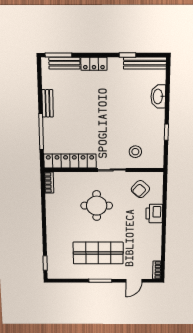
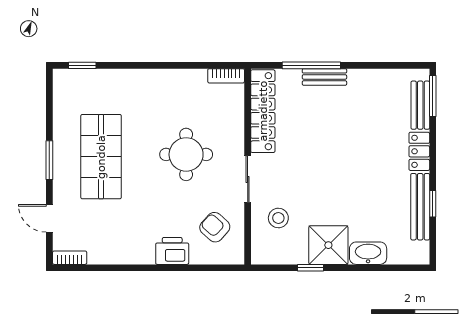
bench: (145, 63) -> (420, 207), moved
bench: (48, 103) -> (324, 77), moved
shower: (153, 121) -> (328, 245), added

